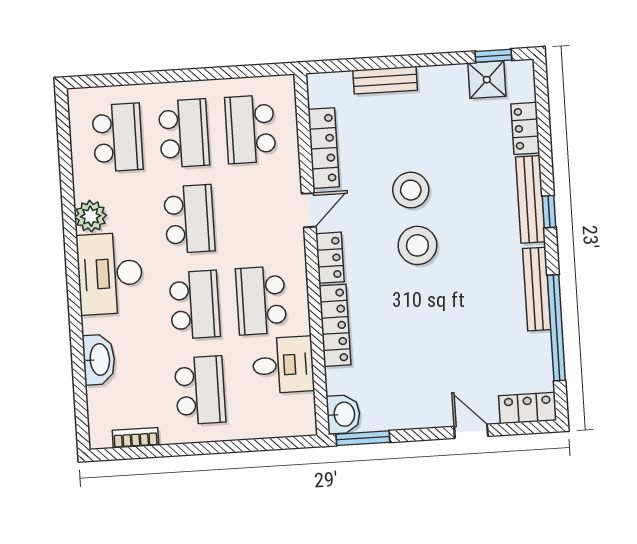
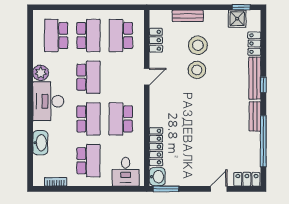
school desk: (117, 138) -> (56, 35), turned 180
locker: (324, 148) -> (156, 40), width x0.66
stool: (417, 245) -> (198, 45), moved
locker: (330, 258) -> (156, 100), removed
bench: (537, 289) -> (255, 116), width x0.73
locker: (335, 325) -> (156, 147), moved
desk: (283, 365) -> (126, 172), moved, turned 90
door: (471, 431) -> (219, 189), hinge flipped

